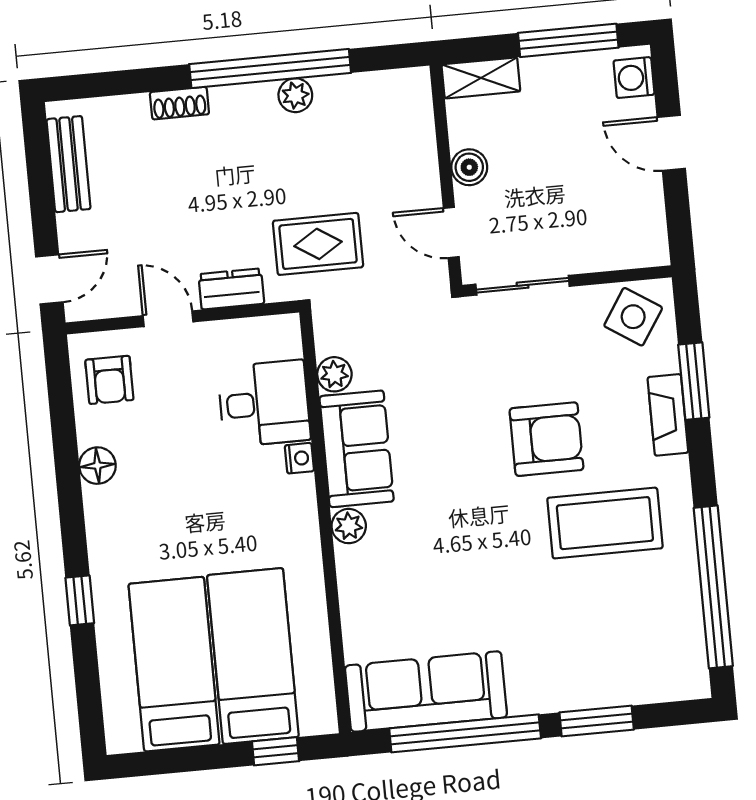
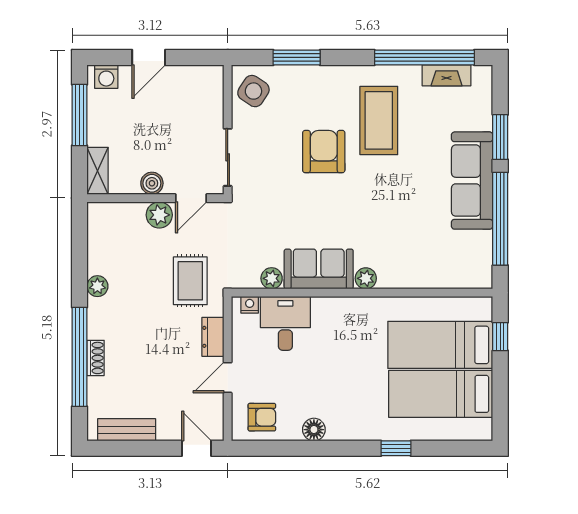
window: (270, 69) -> (80, 357), moved
plant: (419, 184) -> (159, 215), added
fireplace: (668, 415) -> (447, 75), moved
nightstand: (299, 458) -> (250, 305), moved
sofa: (426, 691) -> (472, 181), moved

